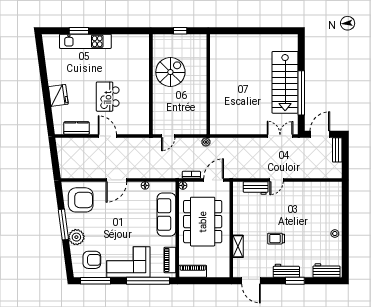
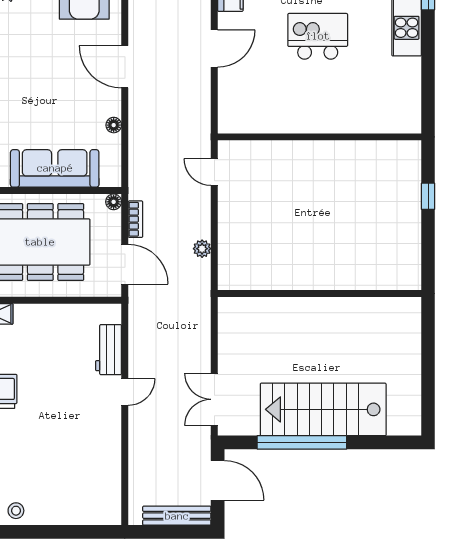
spiral stairs: (170, 72) -> (344, 177), removed
wall: (208, 84) -> (319, 294), moved
kitchen island: (108, 97) -> (318, 36), moved
double door: (280, 136) -> (214, 399), swing flipped
bench: (337, 150) -> (177, 516), width x1.36
door: (276, 180) -> (125, 392), swing flipped

